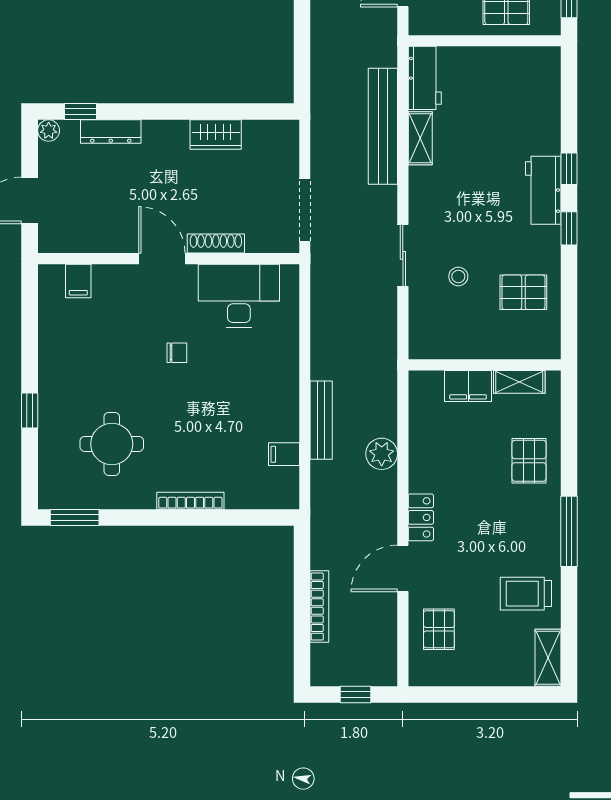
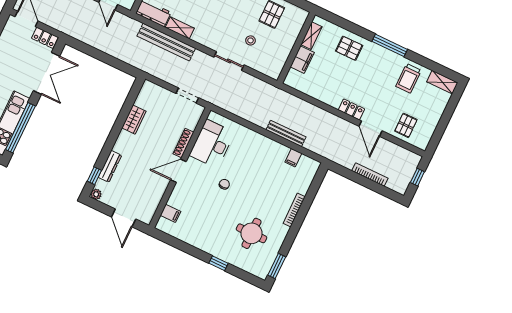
doorway: (305, 210) -> (187, 96), width x0.73
plant: (382, 454) -> (314, 113), removed
pallet: (439, 629) -> (406, 125), turned 90

